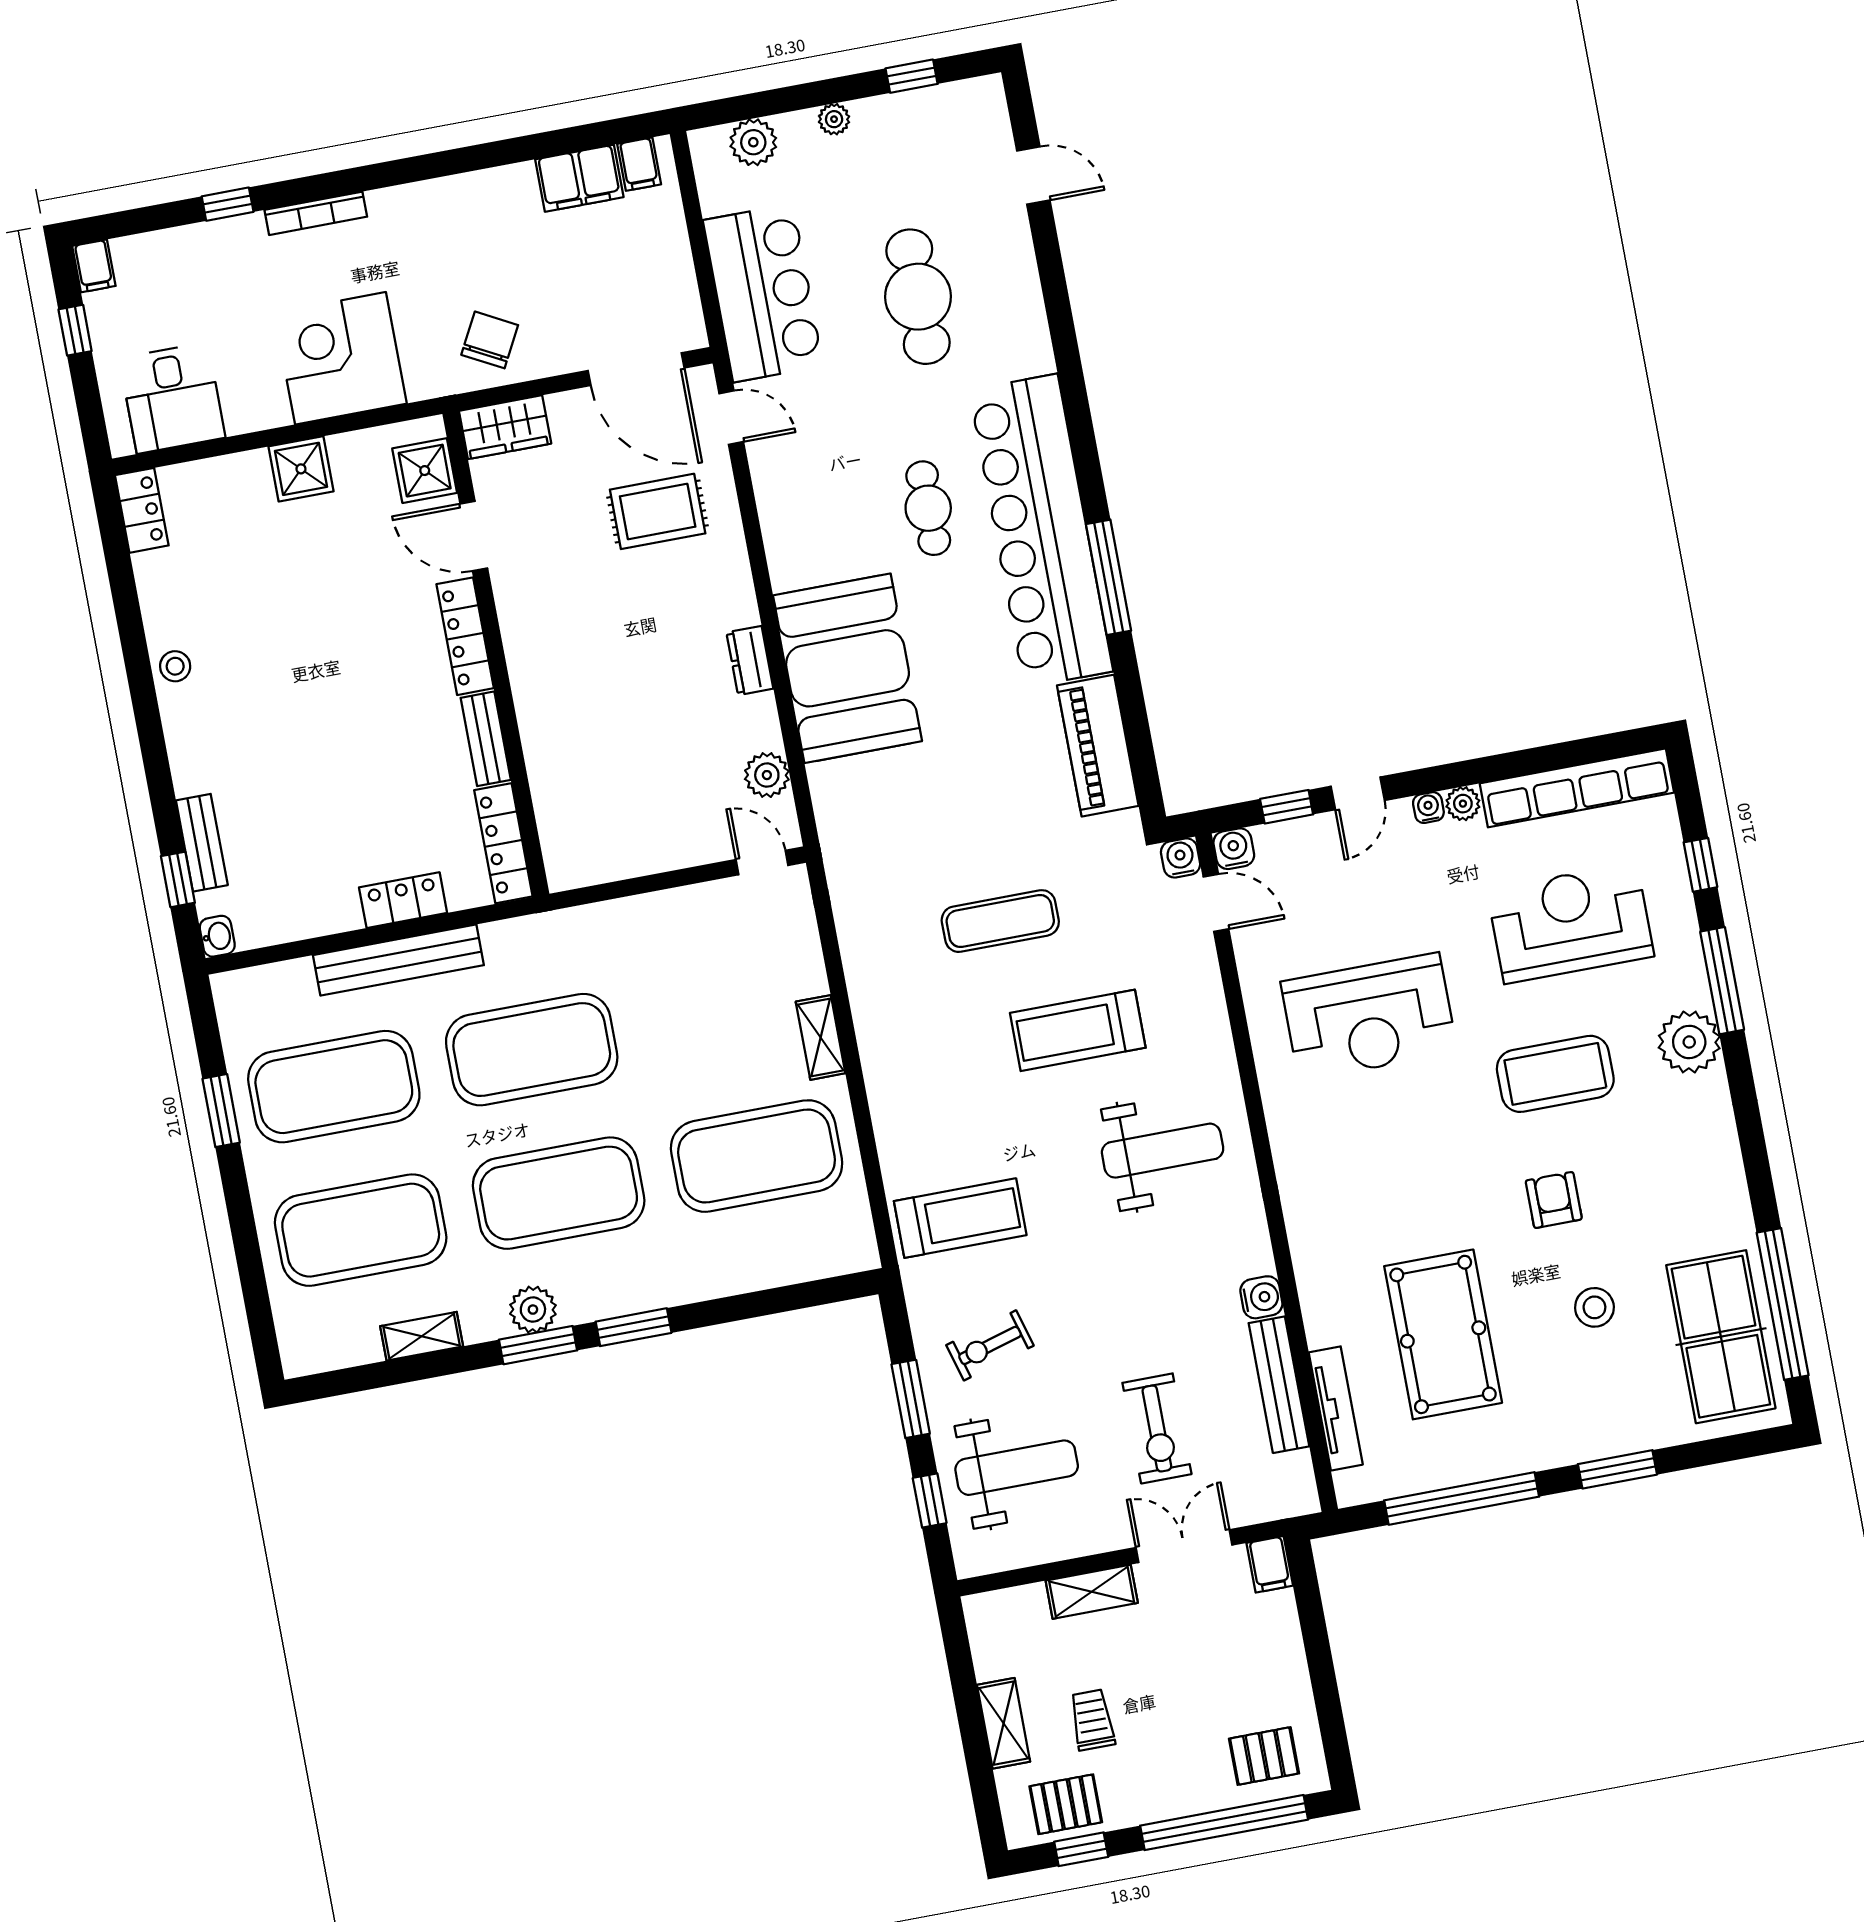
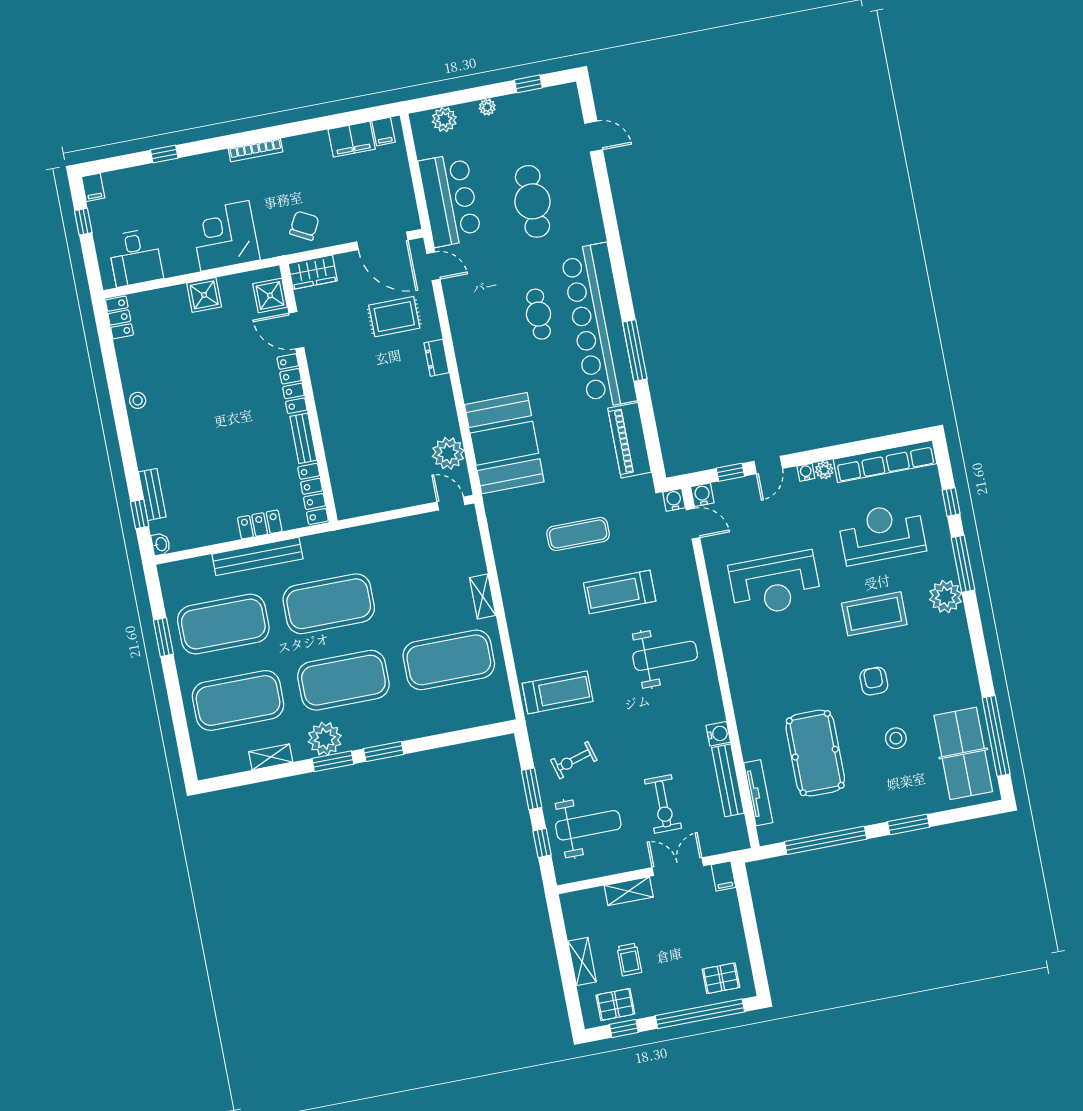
bookcase: (316, 213) -> (256, 150), moved
dresser: (750, 661) -> (437, 358), moved
booth: (848, 668) -> (504, 443), moved
plant: (767, 775) -> (448, 453), width x1.36, depth x1.36
plant: (533, 1310) -> (325, 739), width x1.36, depth x1.36
trolley: (1092, 1720) -> (629, 959), turned 180

